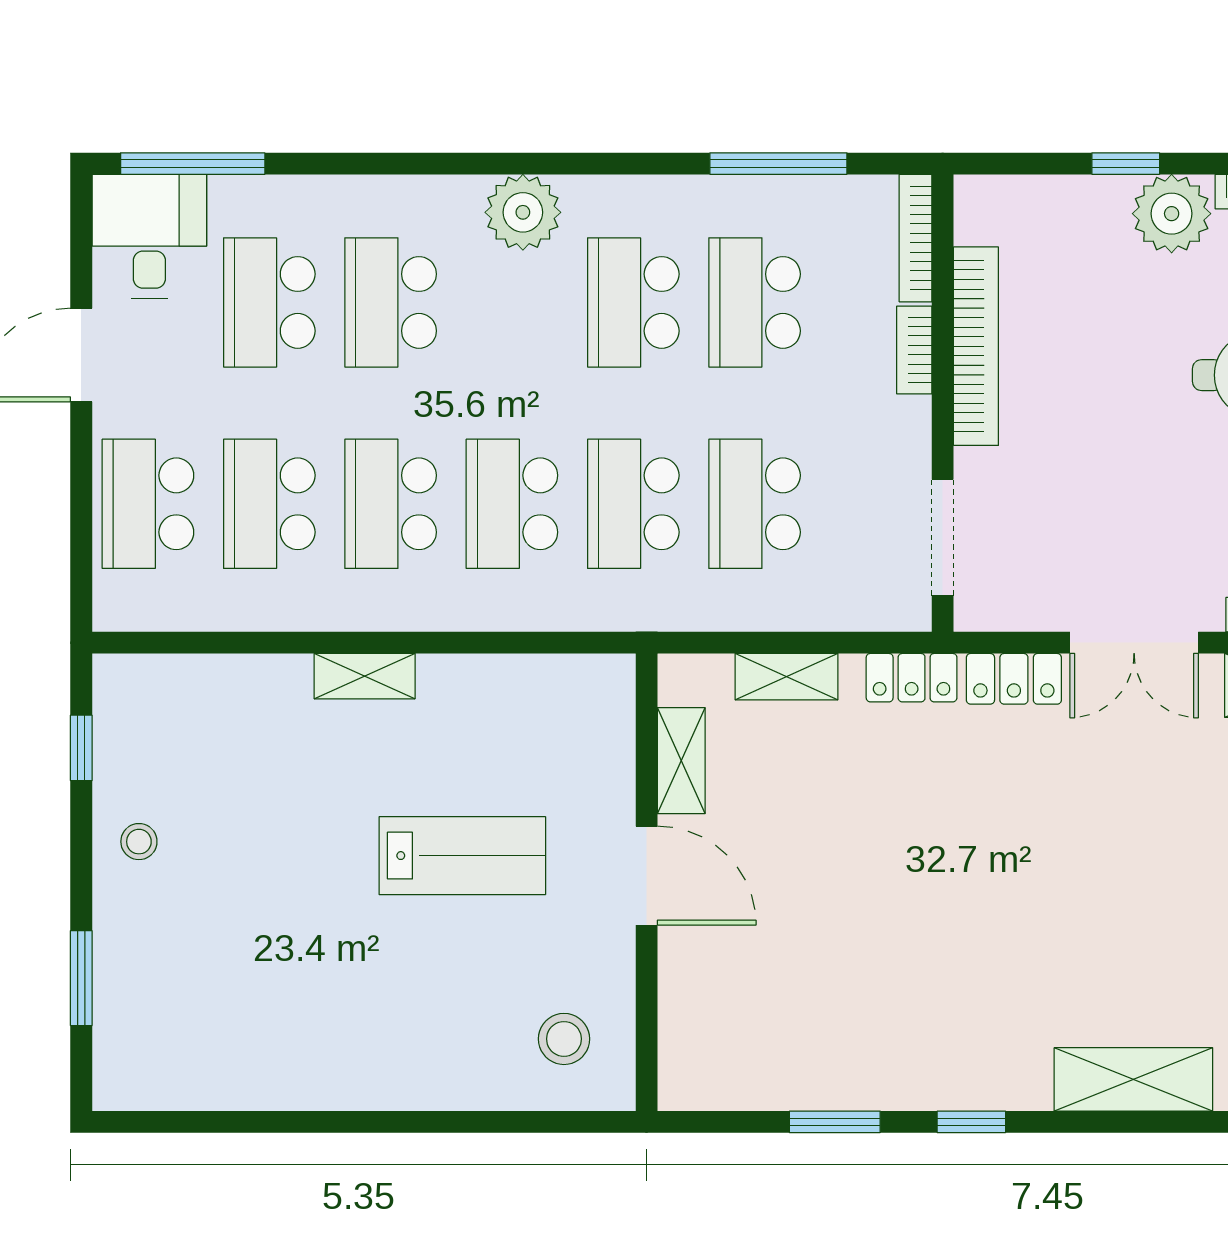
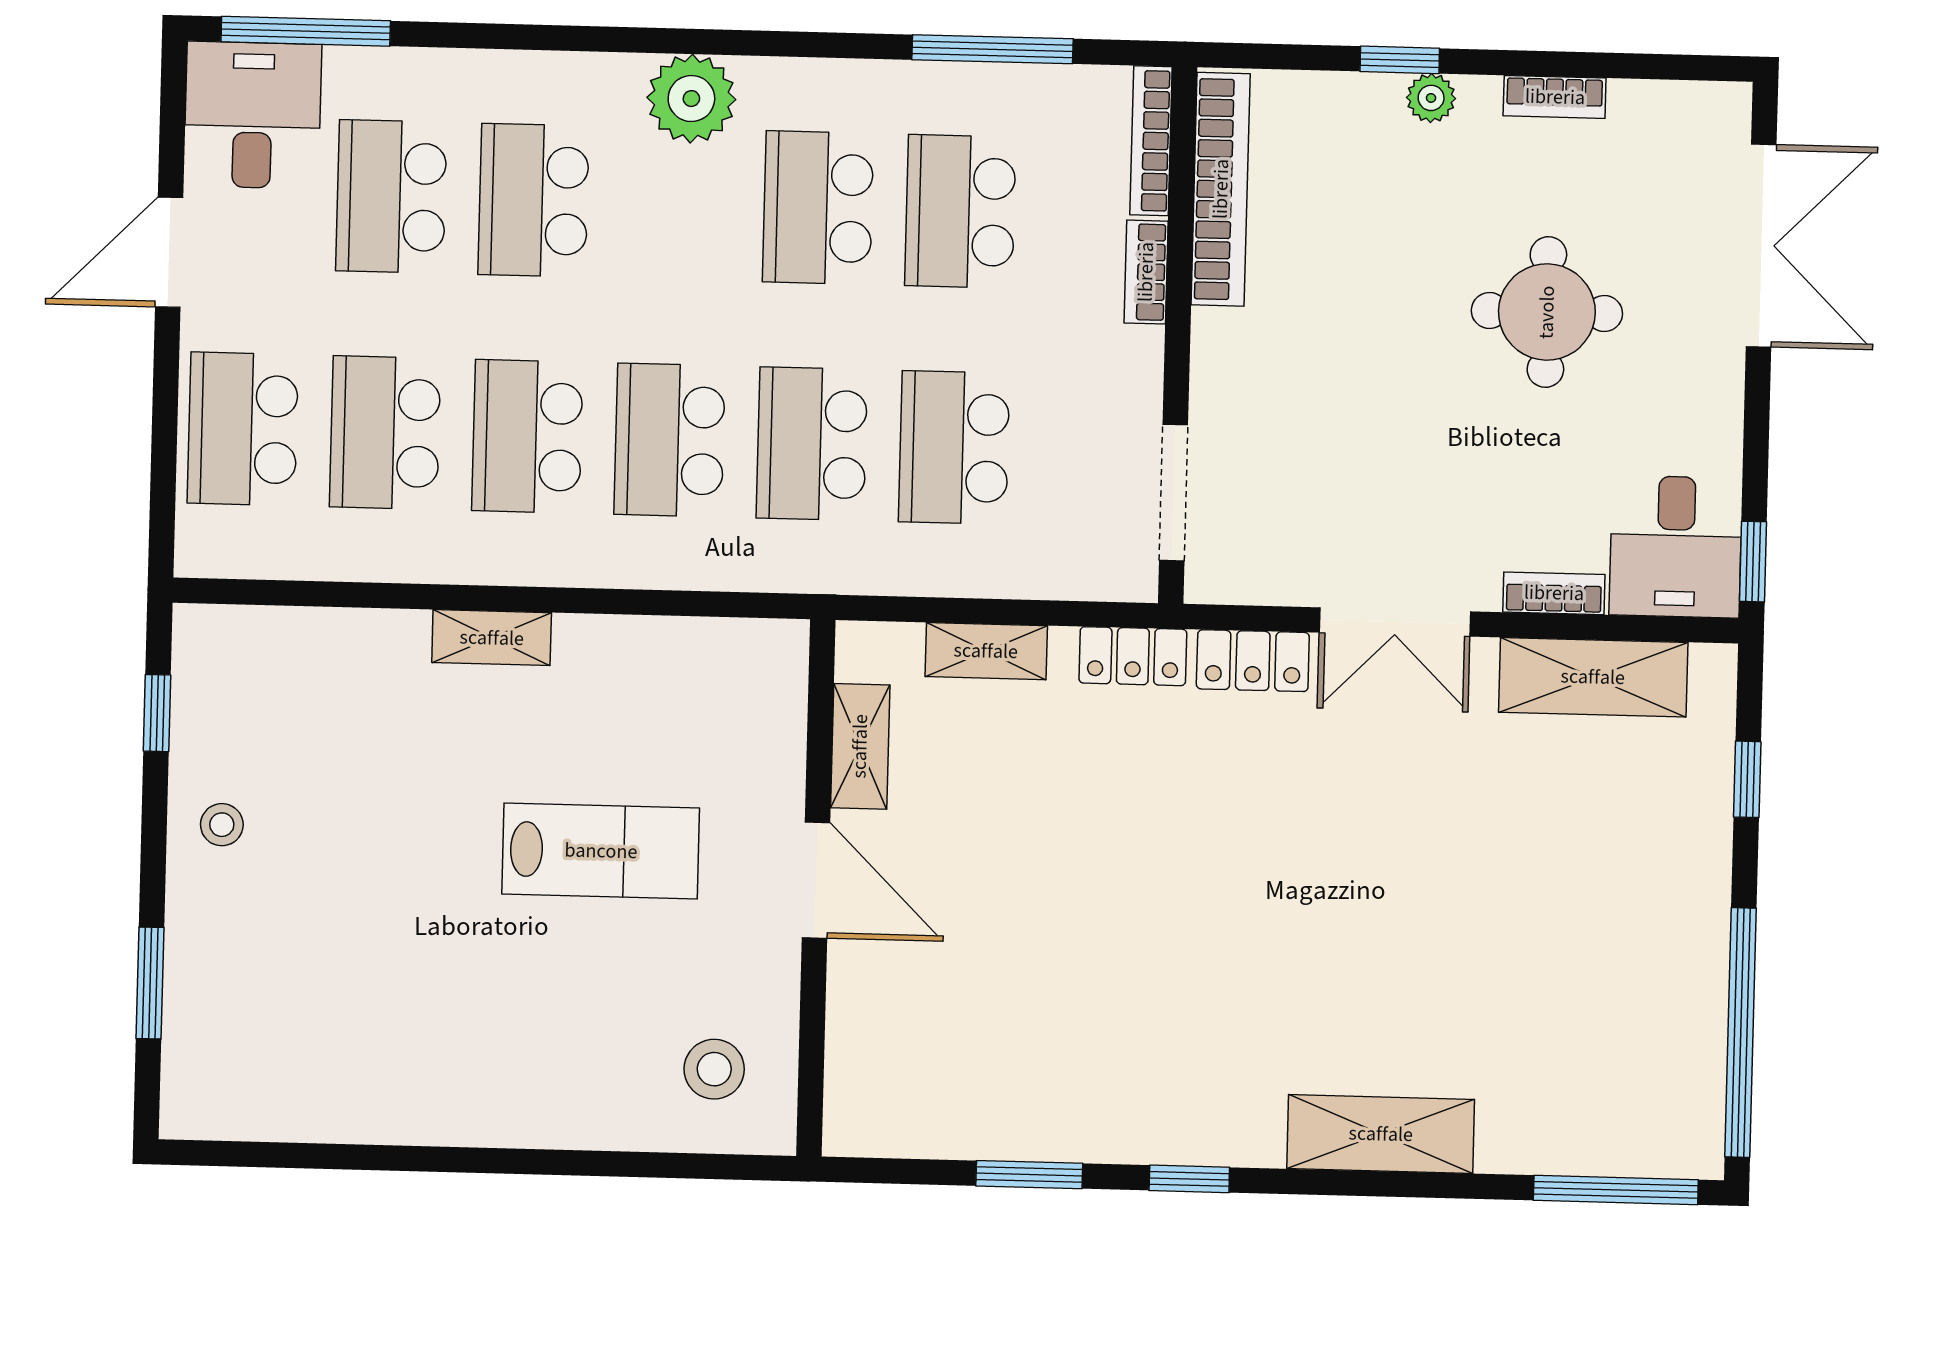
plant: (1172, 214) -> (1431, 98), width x0.53, depth x0.53
bookcase: (976, 346) -> (1221, 189), moved

